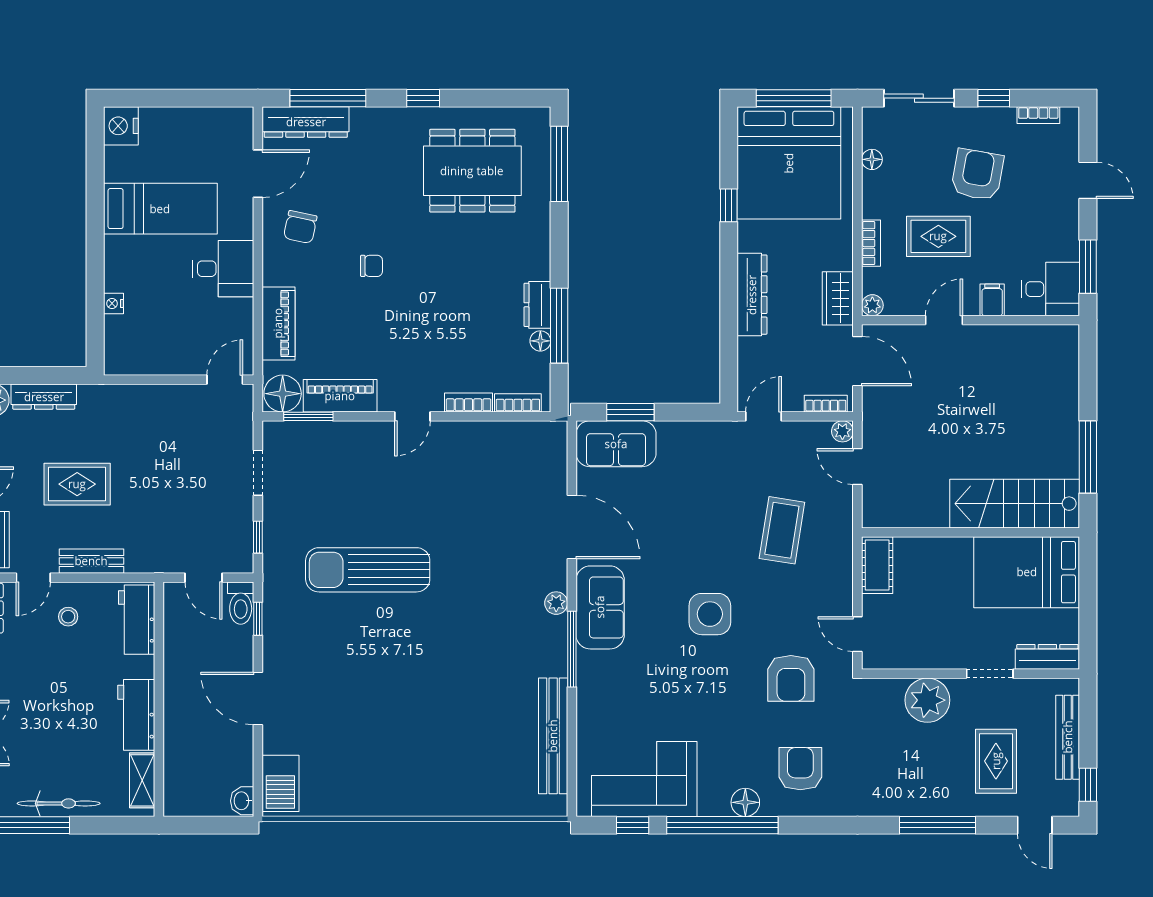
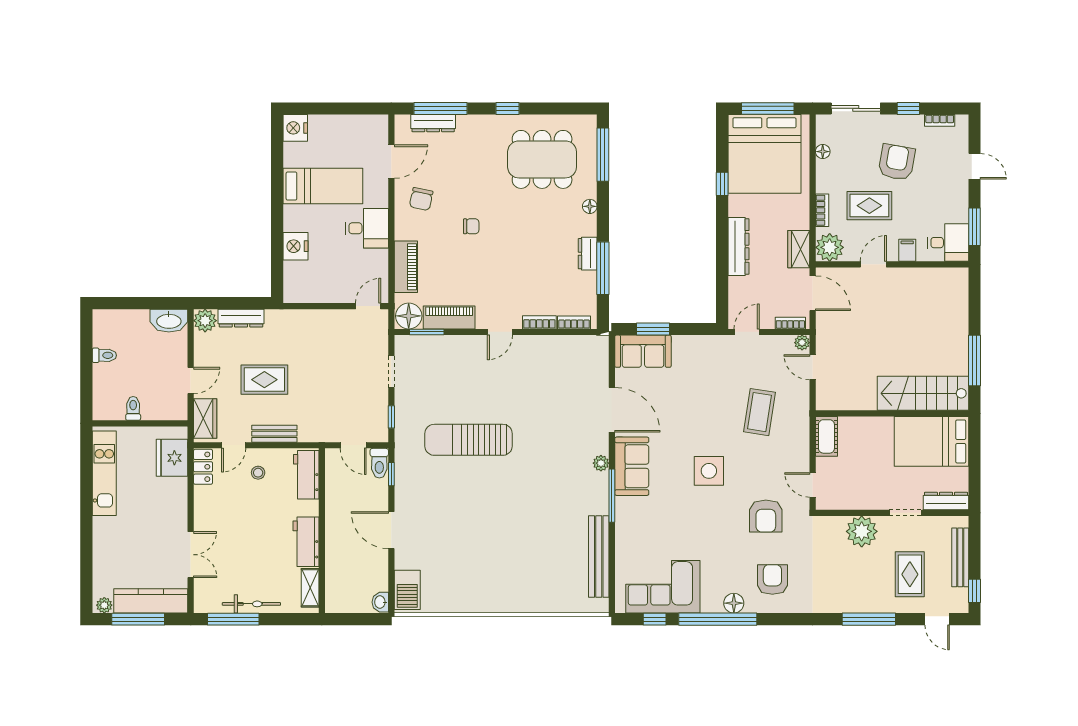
dresser: (306, 122) -> (433, 123), width x0.73, depth x0.80
nightstand: (114, 303) -> (296, 246), width x1.89, depth x1.79
plant: (872, 305) -> (830, 247), width x1.88, depth x1.88
floor lamp: (540, 341) -> (590, 206), moved

